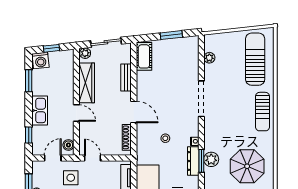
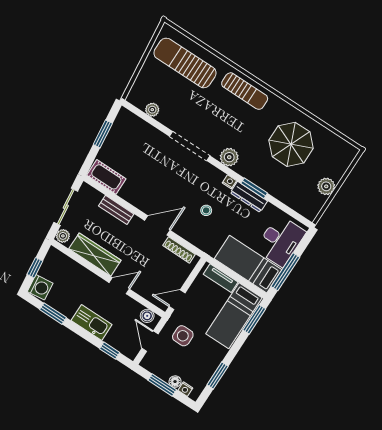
plant: (211, 159) -> (229, 157), moved

